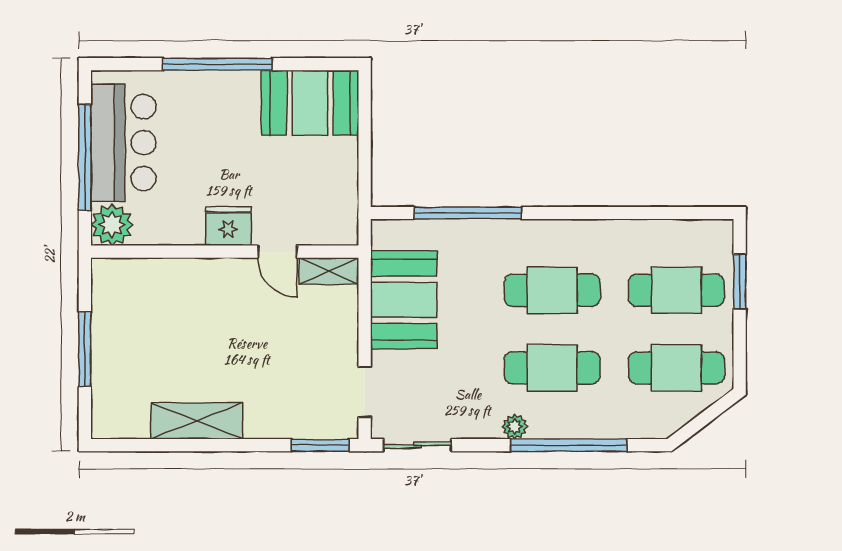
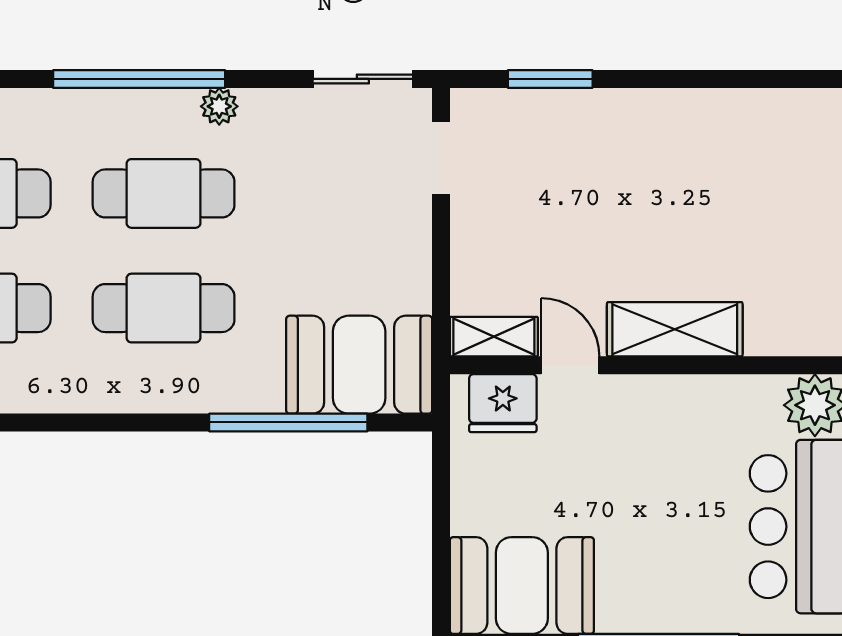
fridge: (228, 226) -> (503, 403), moved
booth: (404, 300) -> (359, 365), moved, turned 90
shelving: (197, 421) -> (675, 329), moved
window: (320, 445) -> (550, 79), moved

